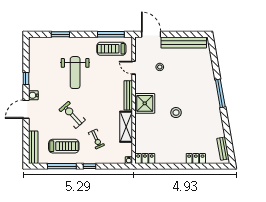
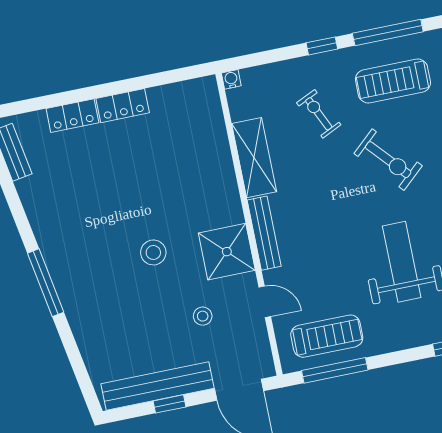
window: (180, 34) -> (169, 404), added
shower: (145, 103) -> (227, 252), moved
stool: (176, 113) -> (153, 252), moved
locker: (145, 158) -> (123, 106), moved

